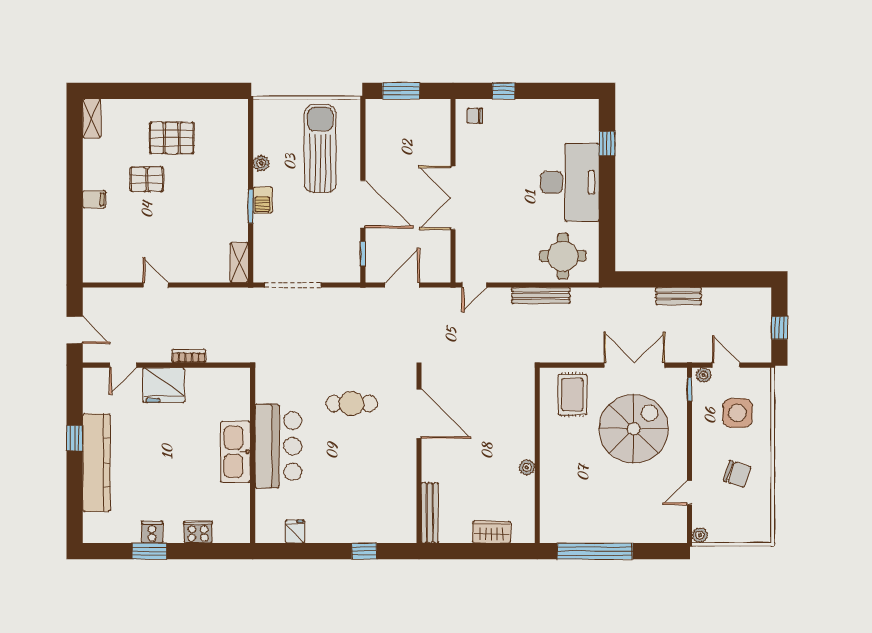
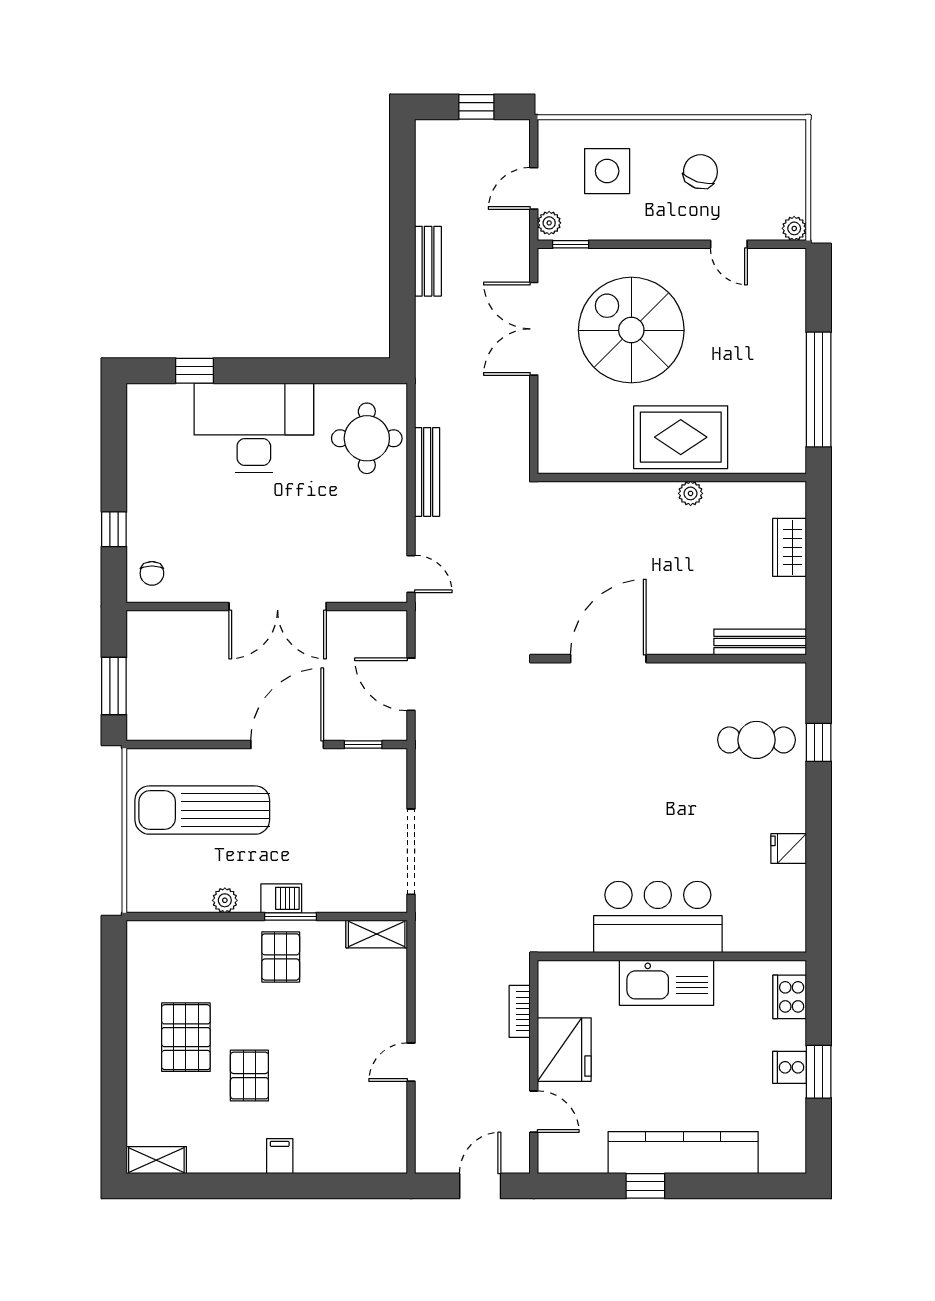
pallet: (224, 200) -> (281, 957), added
rug: (572, 395) -> (681, 437), moved, width x1.36, depth x1.43
cafe table: (352, 403) -> (756, 740), moved, turned 90
bar counter: (278, 446) -> (658, 917), moved
kitchen sink: (235, 452) -> (667, 983), moved
wall: (253, 455) -> (672, 956), moved

